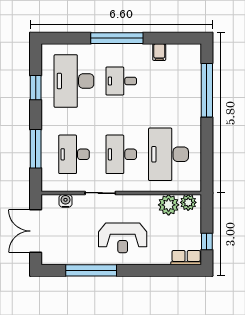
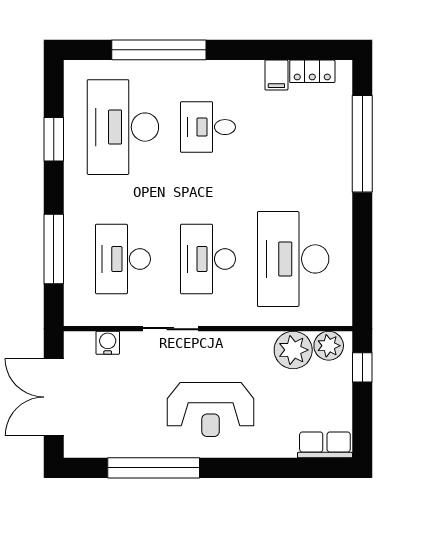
window: (117, 38) -> (159, 50), moved
locker: (179, 50) -> (312, 71), added
window: (207, 242) -> (362, 367), moved

